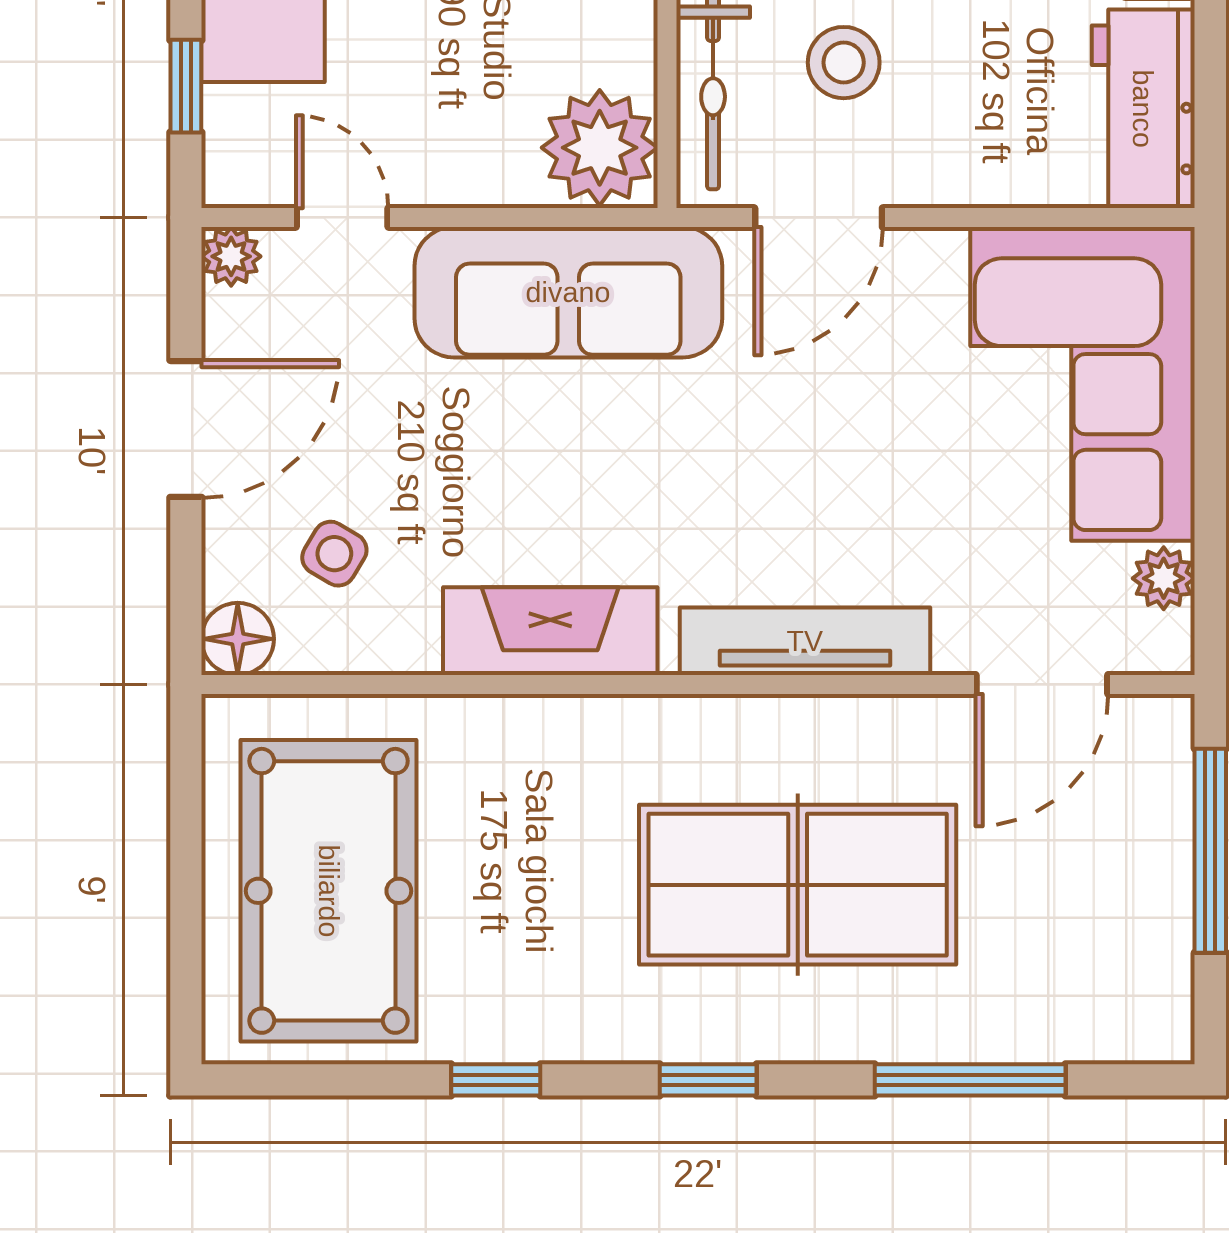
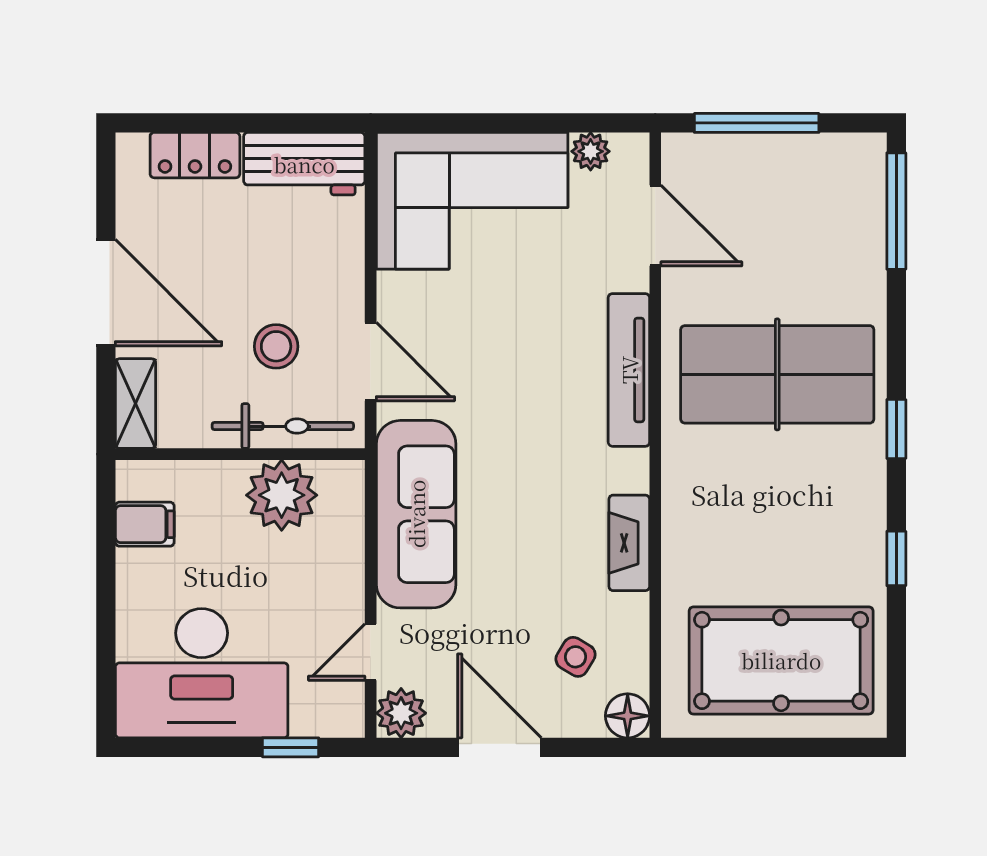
plant: (600, 148) -> (282, 495), moved
plant: (231, 256) -> (401, 713), width x1.38, depth x1.38
fireplace: (550, 631) -> (629, 543), width x0.73, depth x0.76
table tennis table: (798, 885) -> (777, 374), turned 90
window: (970, 1080) -> (896, 211), moved

